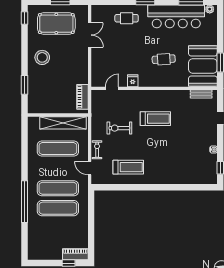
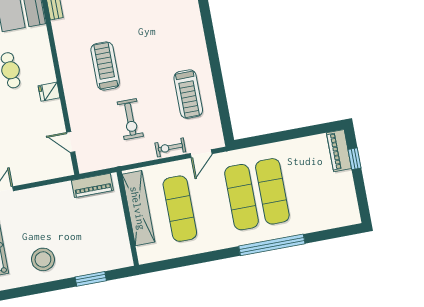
fridge: (133, 81) -> (49, 92), moved
treadmill: (128, 167) -> (188, 94), turned 180

